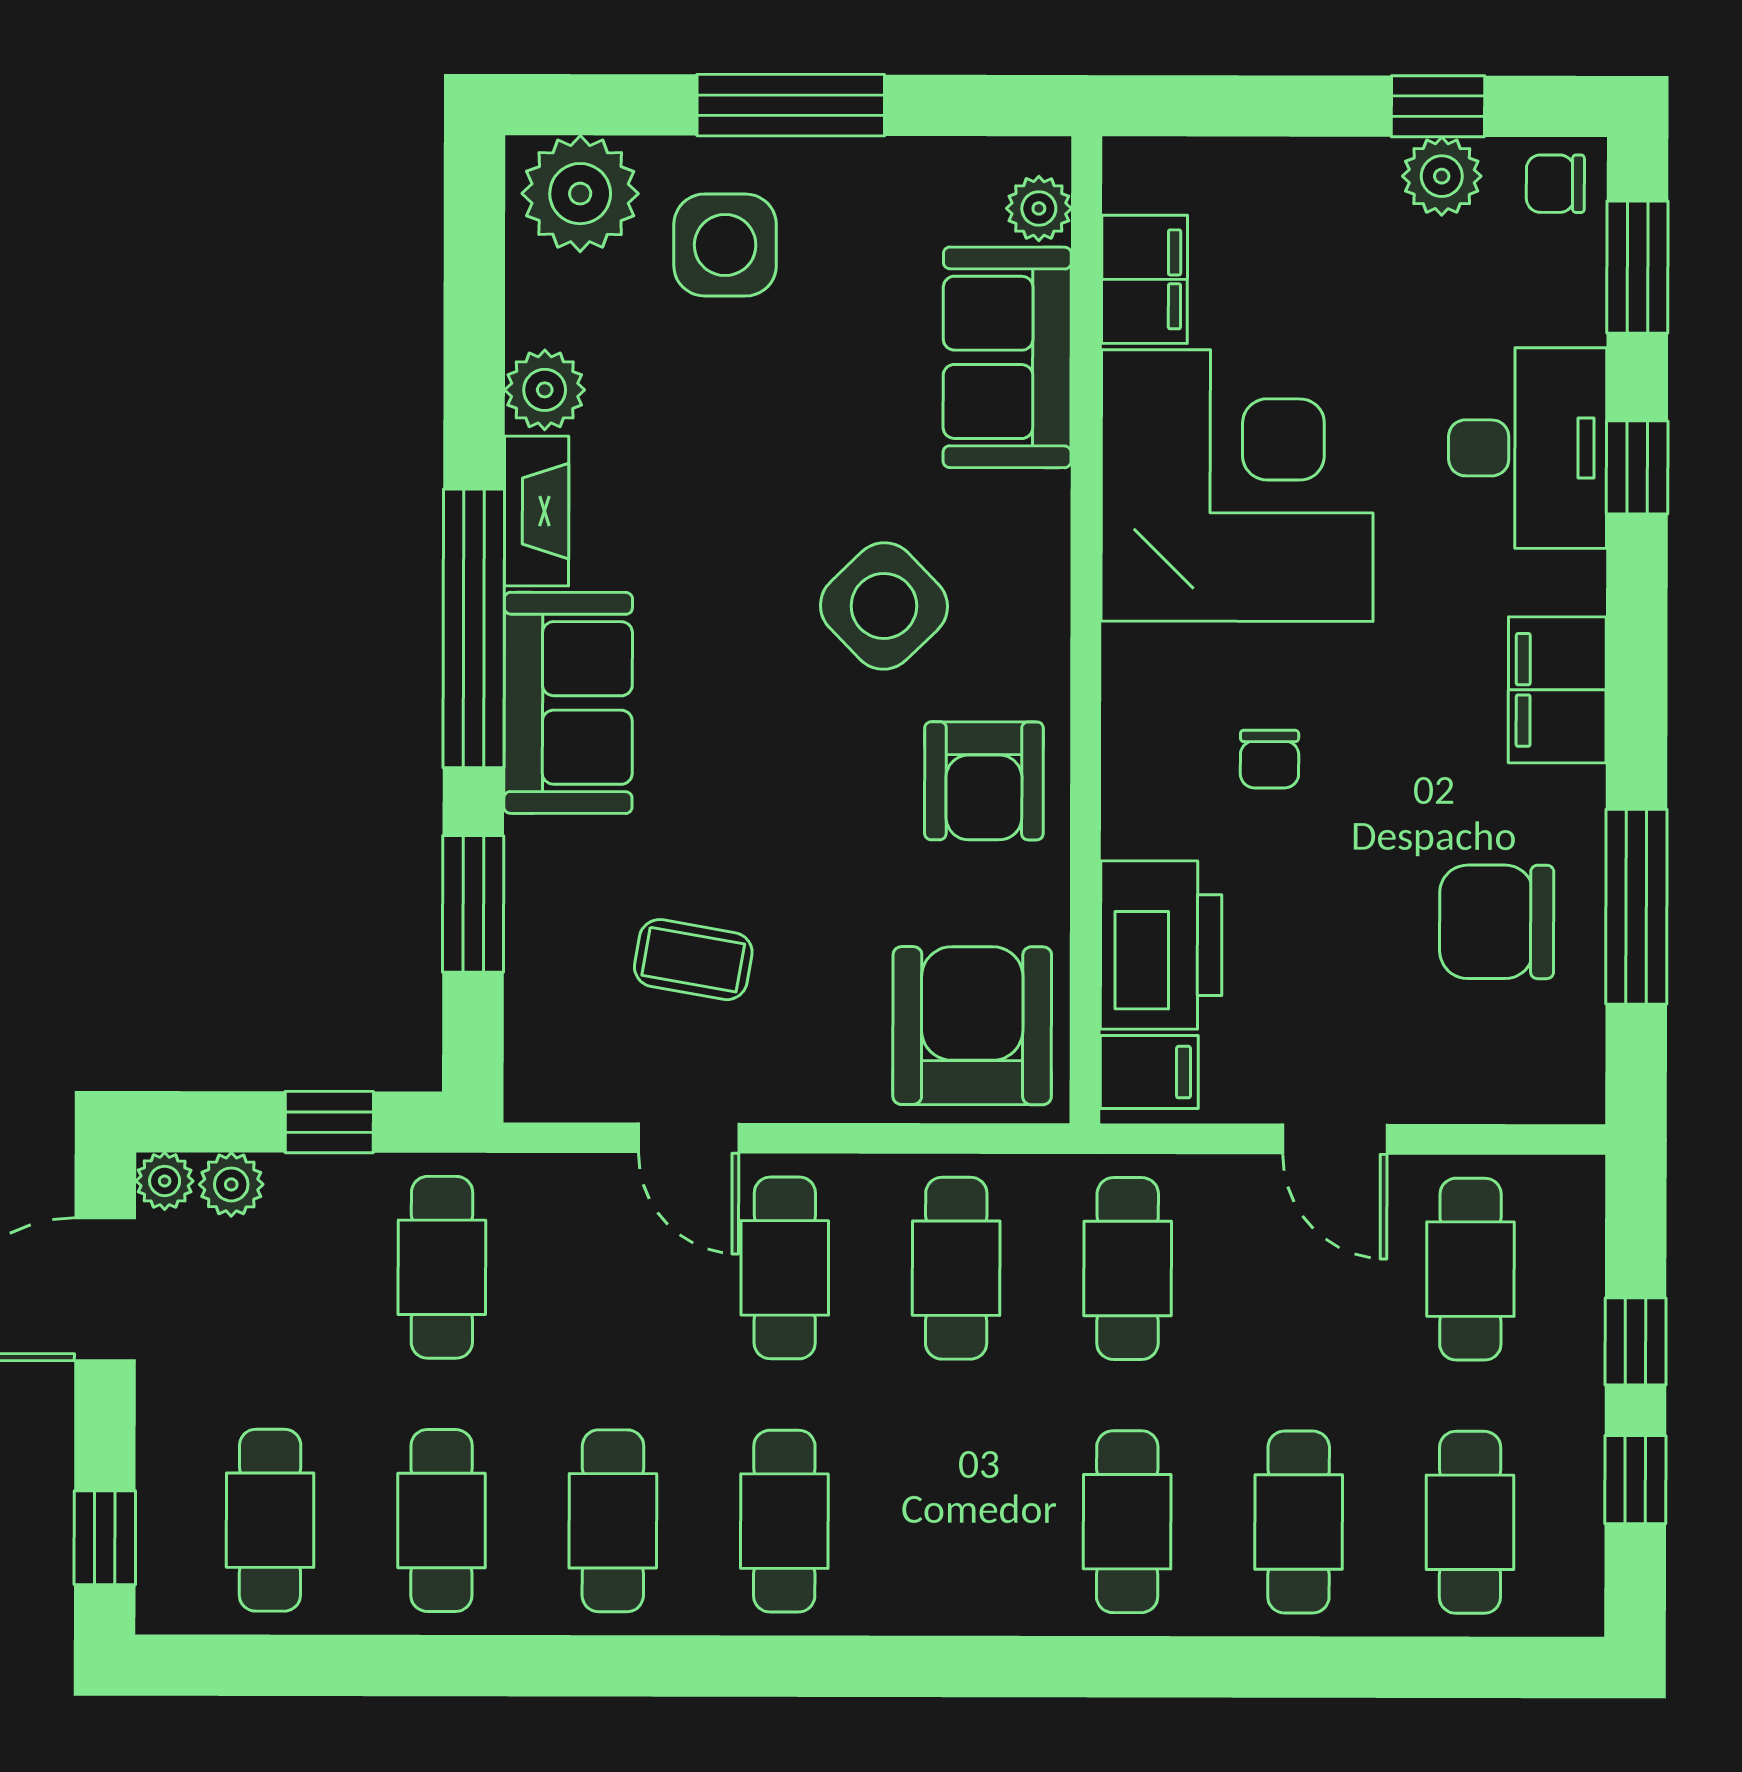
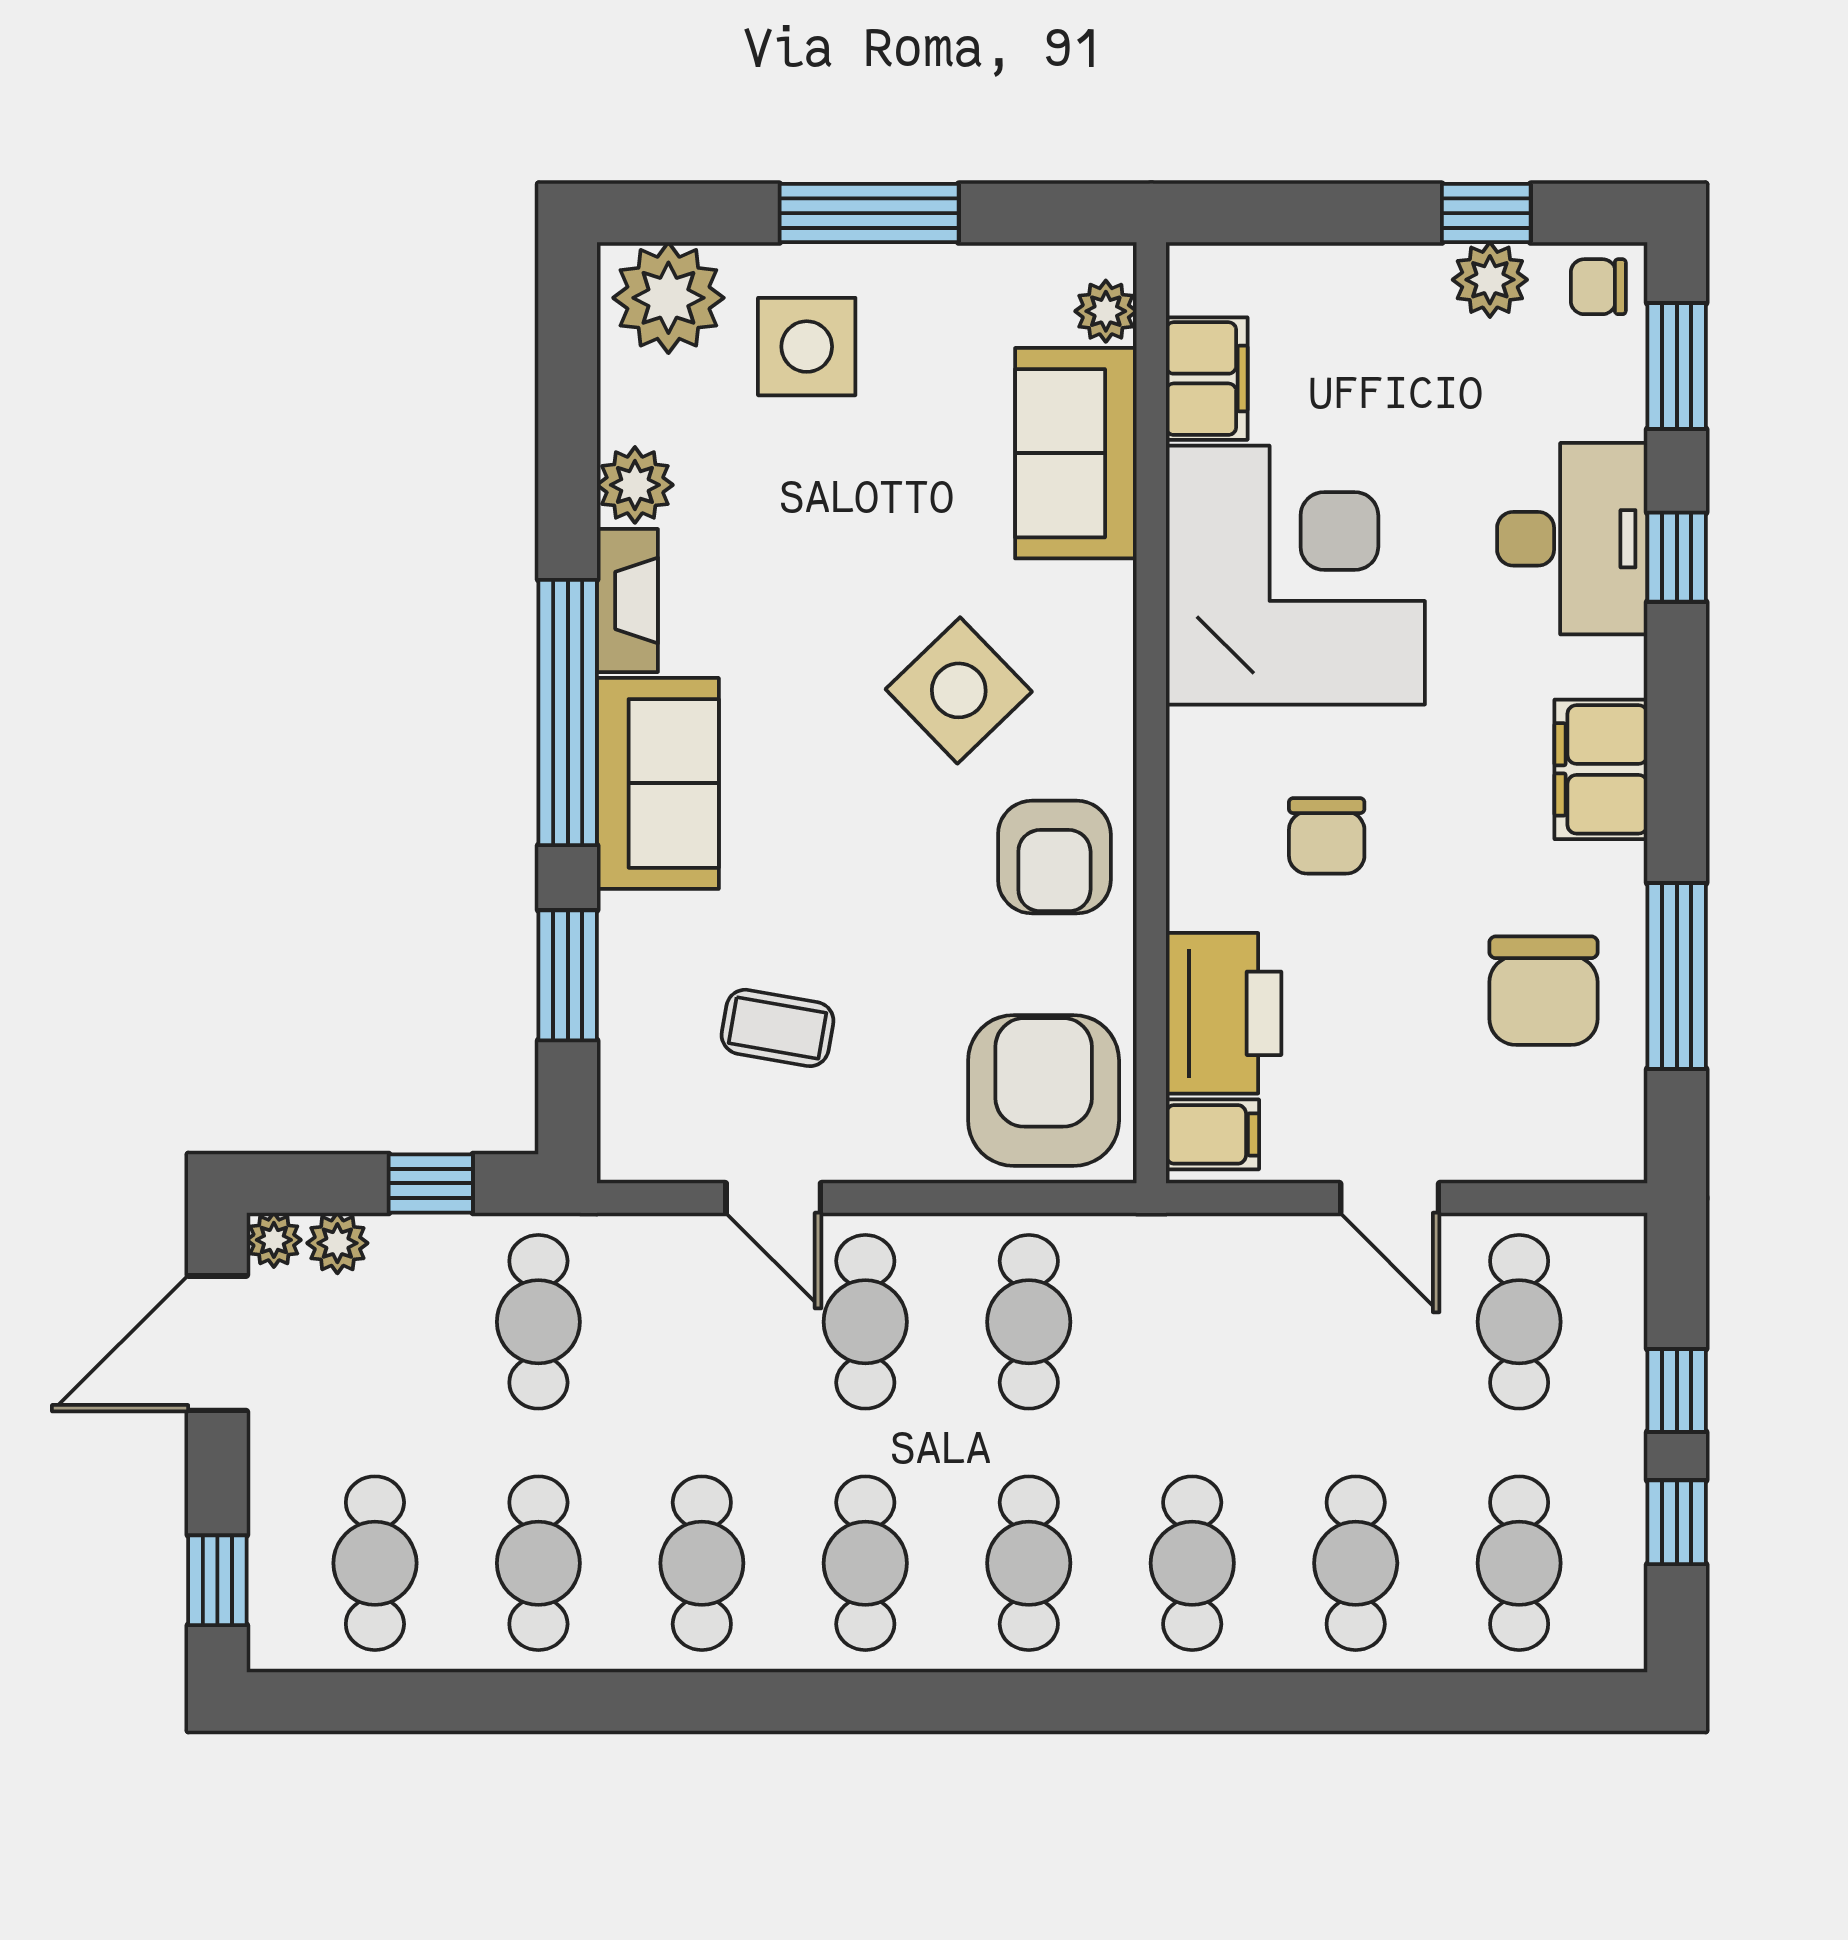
chair: (1270, 759) -> (1327, 836), width x1.37, depth x1.37
chair: (1497, 922) -> (1544, 991), turned -90
cafe table: (1128, 1268) -> (1029, 1563), moved

